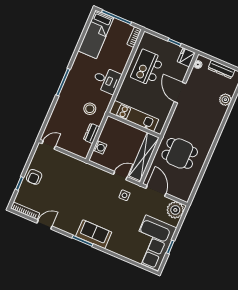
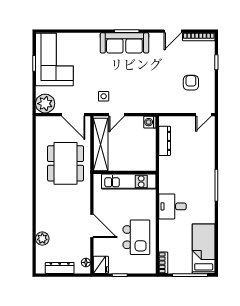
stool: (90, 109) -> (177, 170), removed
dresser: (92, 133) -> (165, 141), width x1.44
washing machine: (100, 147) -> (150, 122), moved
dining table: (180, 153) -> (65, 163), width x1.38
armchair: (34, 177) -> (191, 83), moved
sofa: (94, 234) -> (124, 43), width x1.36

